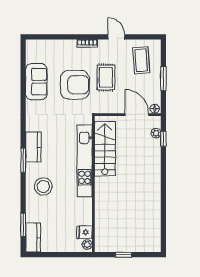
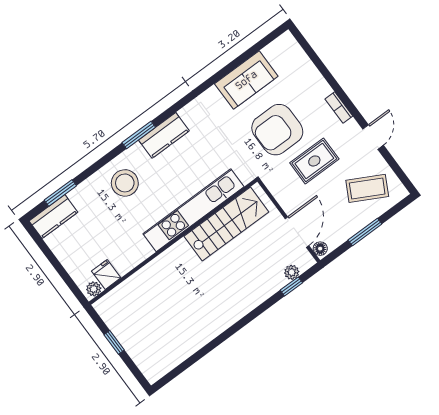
coffee table: (141, 60) -> (367, 188), turned 32
armchair: (75, 85) -> (277, 130), turned 90

